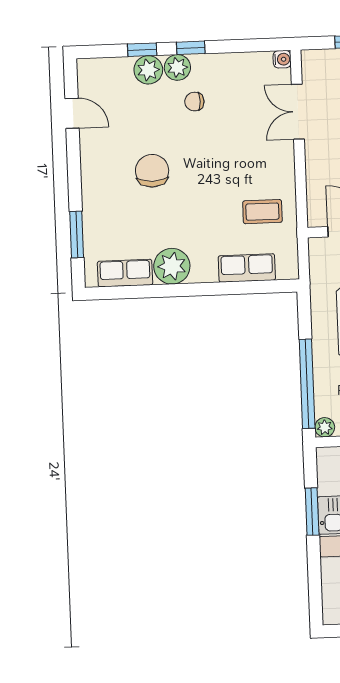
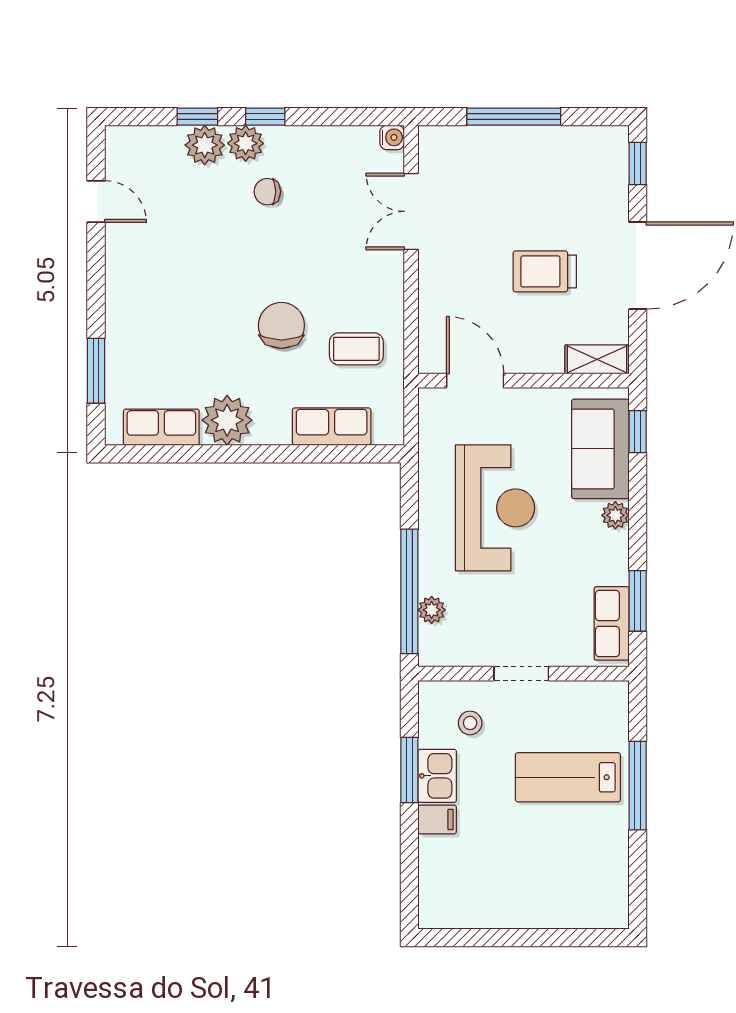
chair: (152, 171) -> (281, 325), moved
plant: (325, 427) -> (432, 610), moved

